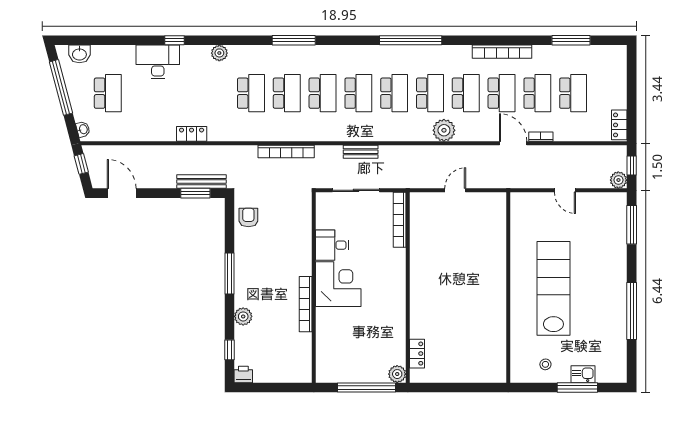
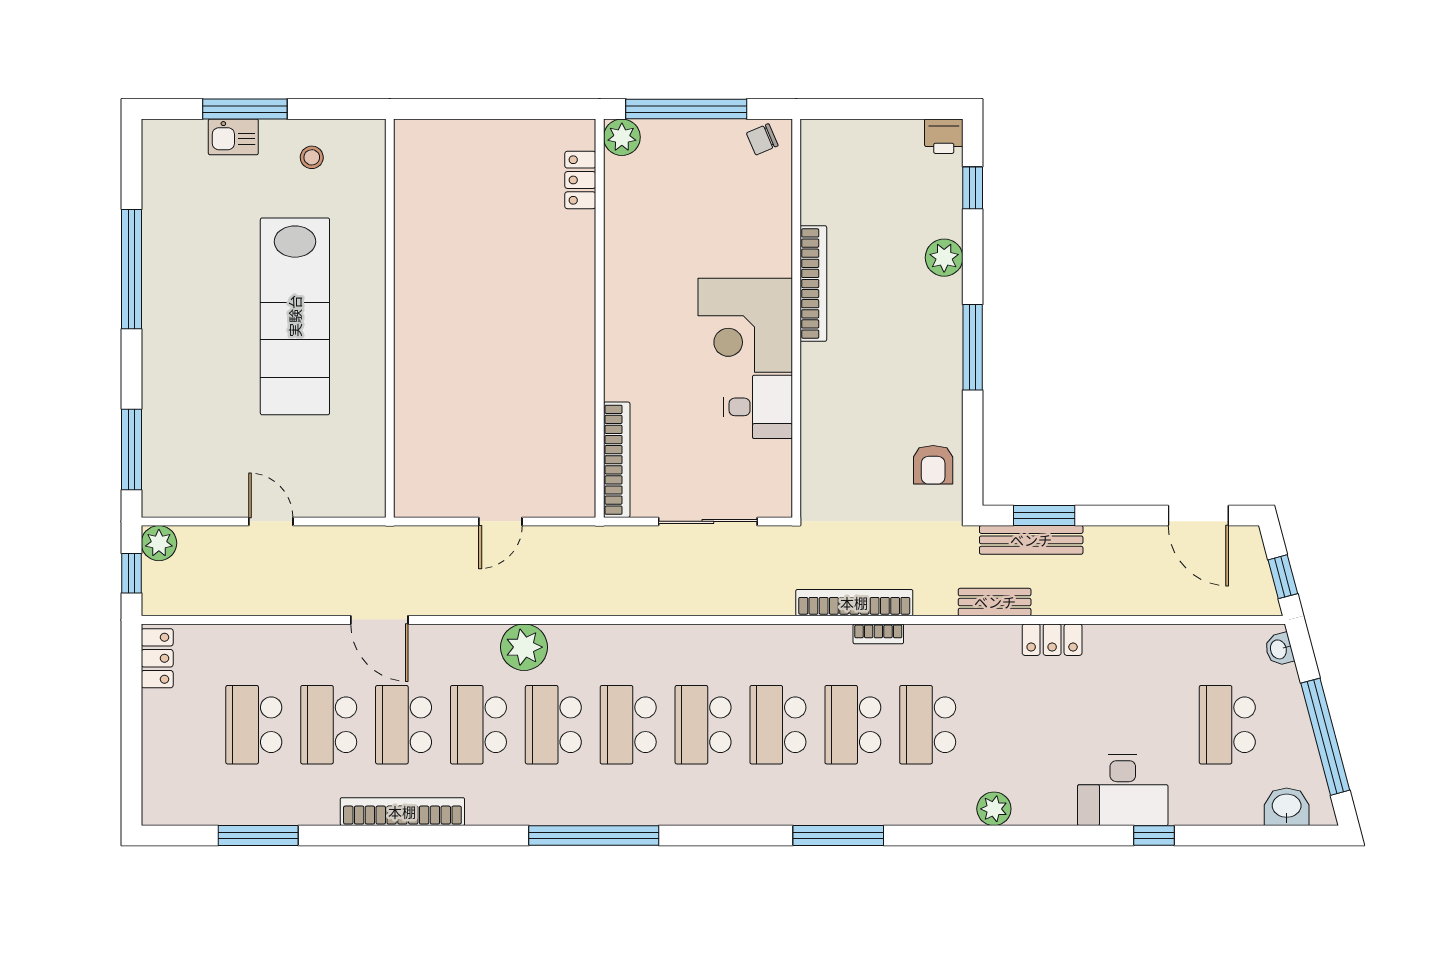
window: (175, 40) -> (1154, 836), moved
bookcase: (541, 137) -> (878, 634), moved
bench: (361, 152) -> (995, 602), moved
chair: (330, 373) -> (762, 139), added

